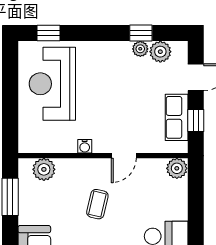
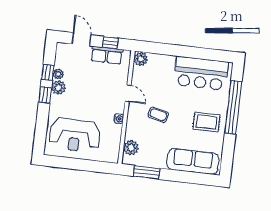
window: (48, 33) -> (45, 95), moved
plant: (160, 52) -> (59, 88), moved

